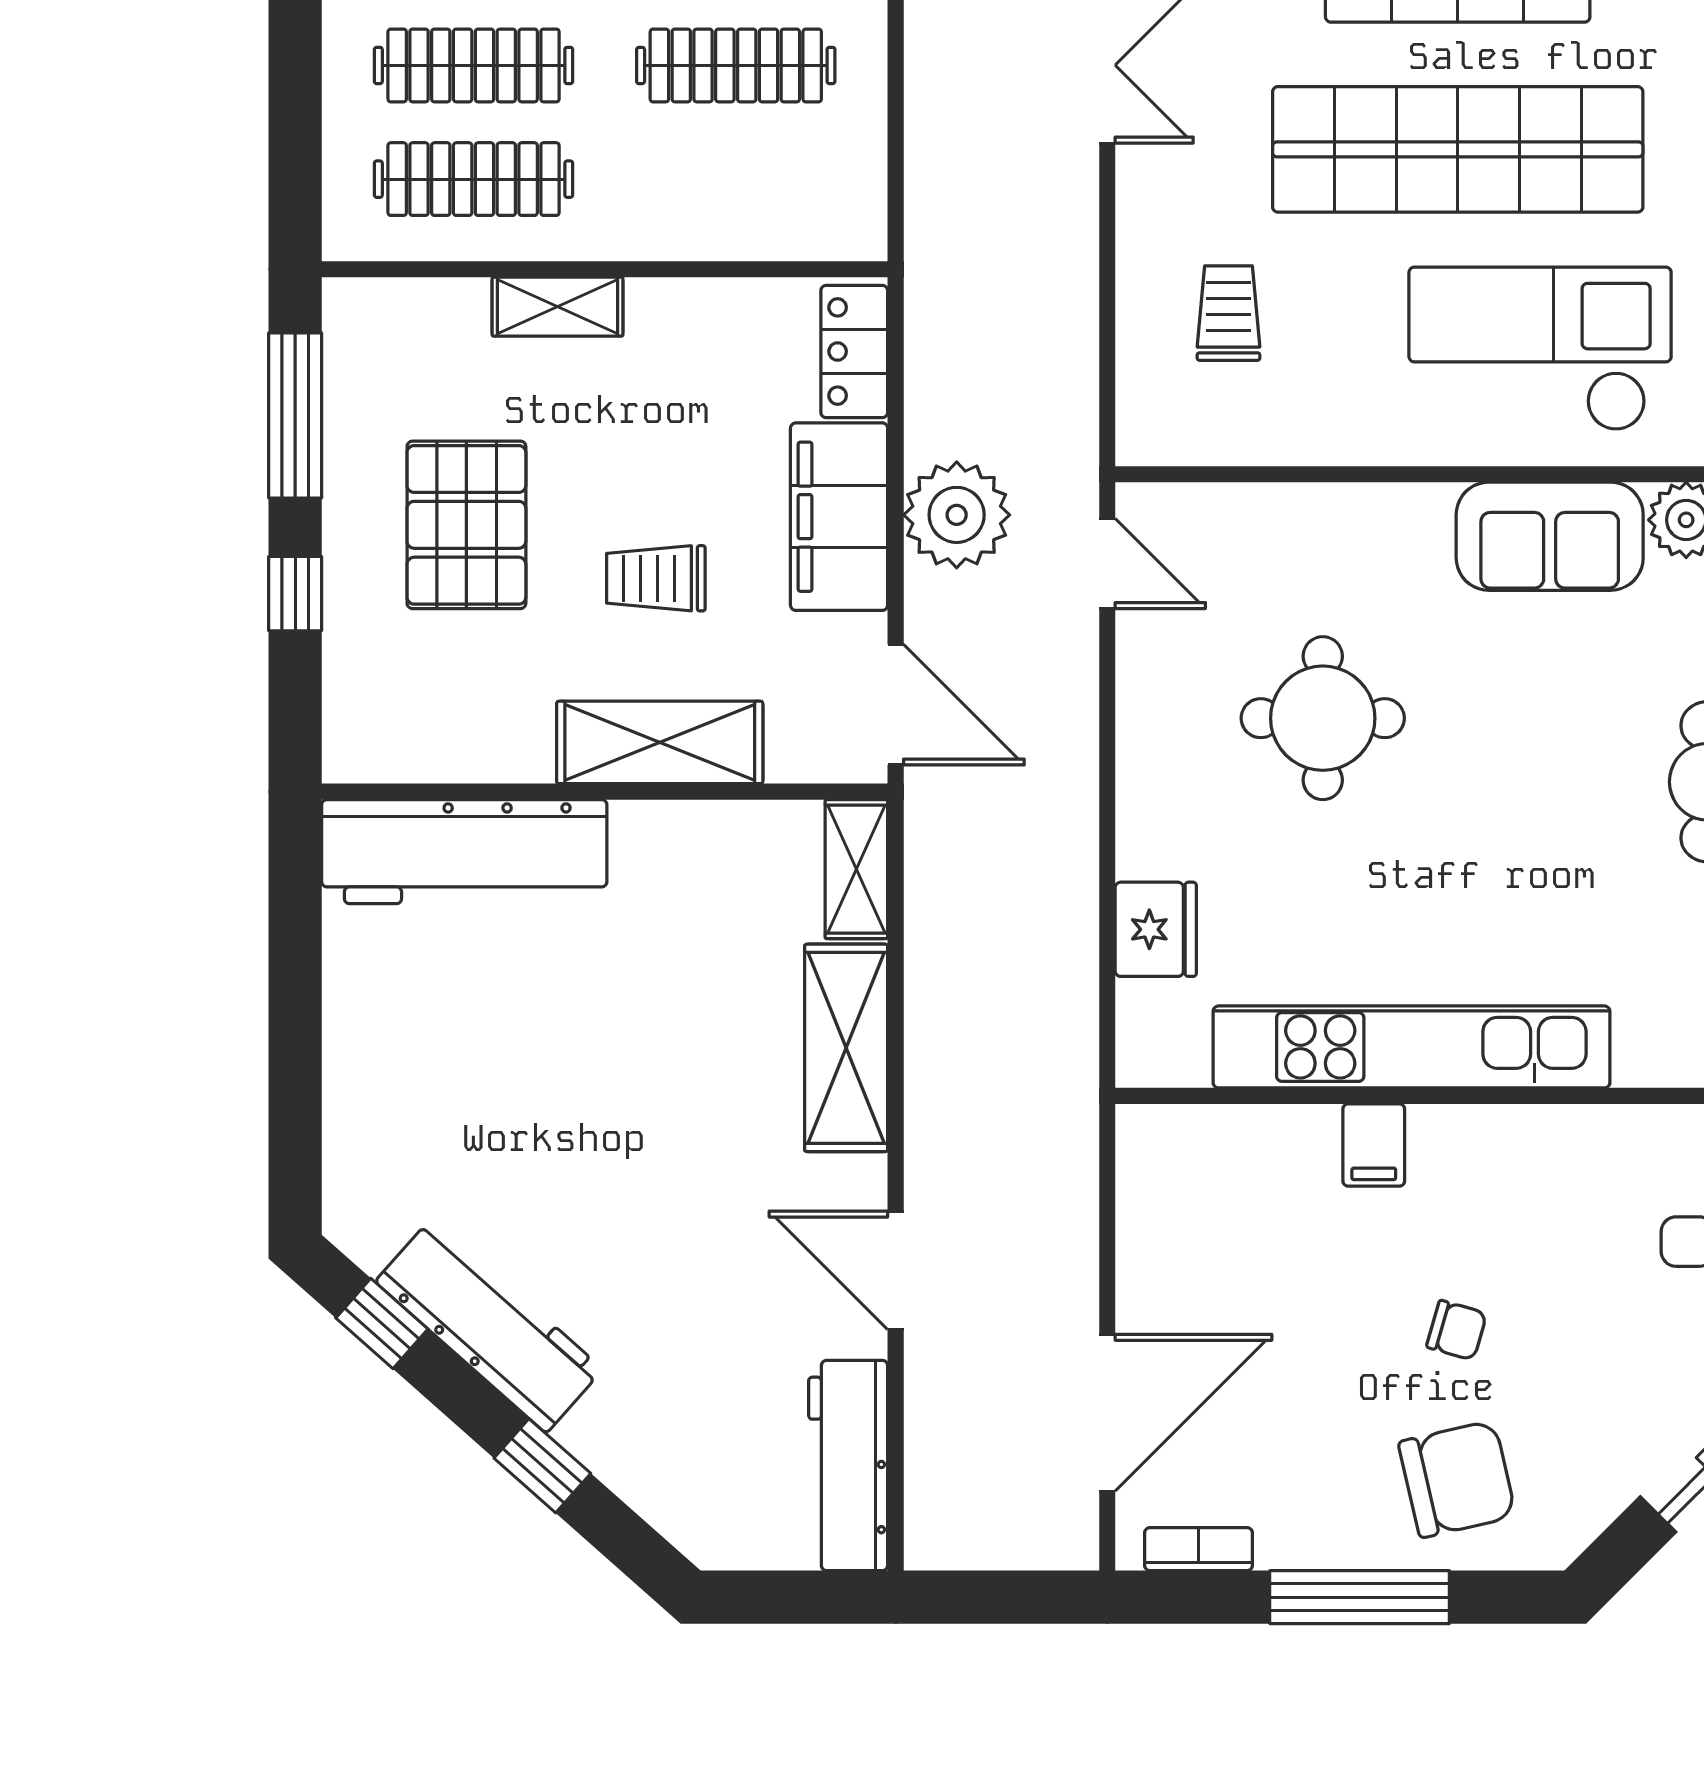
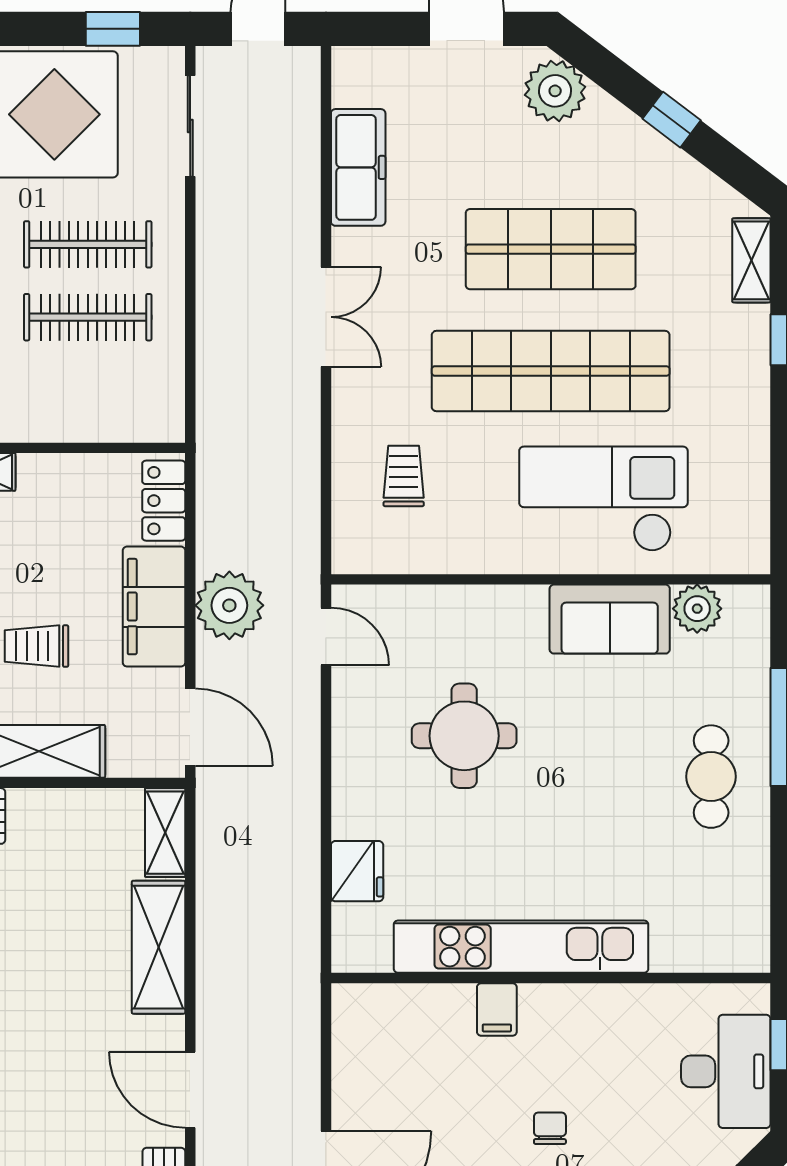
chair: (1457, 1330) -> (550, 1128), turned -106

